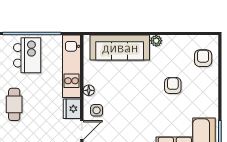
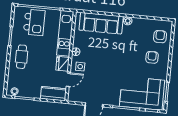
armchair: (173, 86) -> (152, 57), moved

